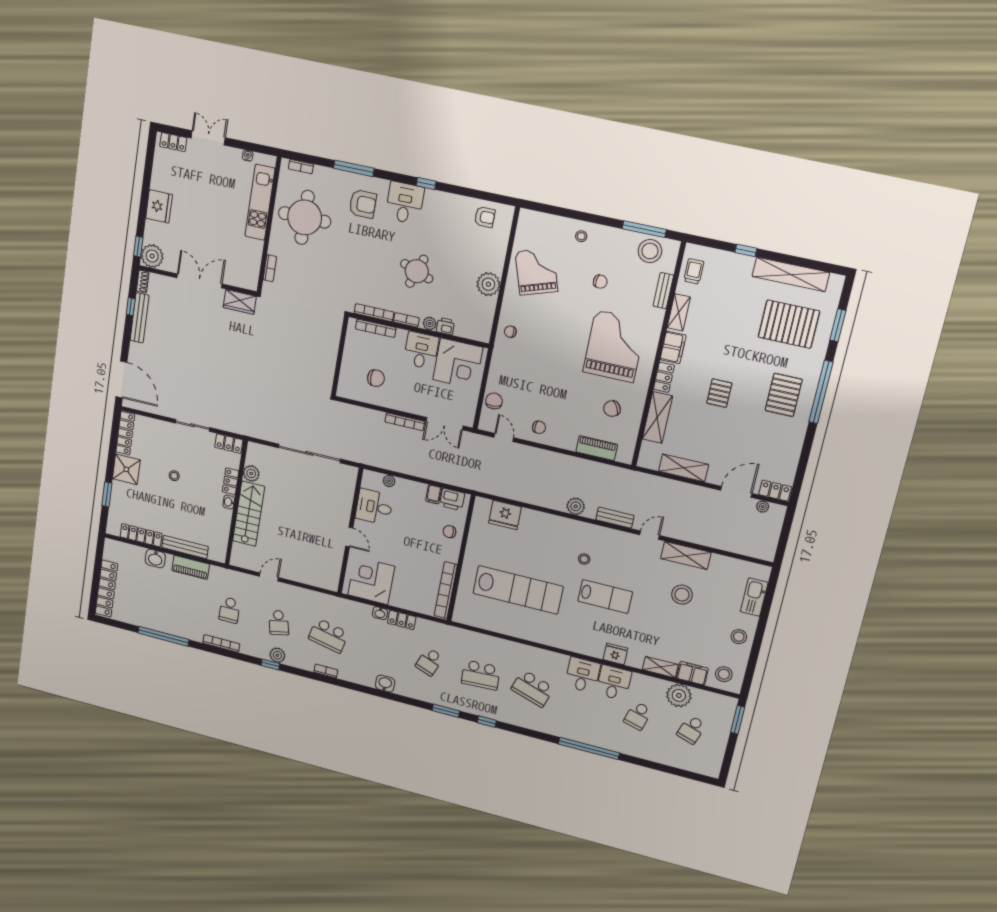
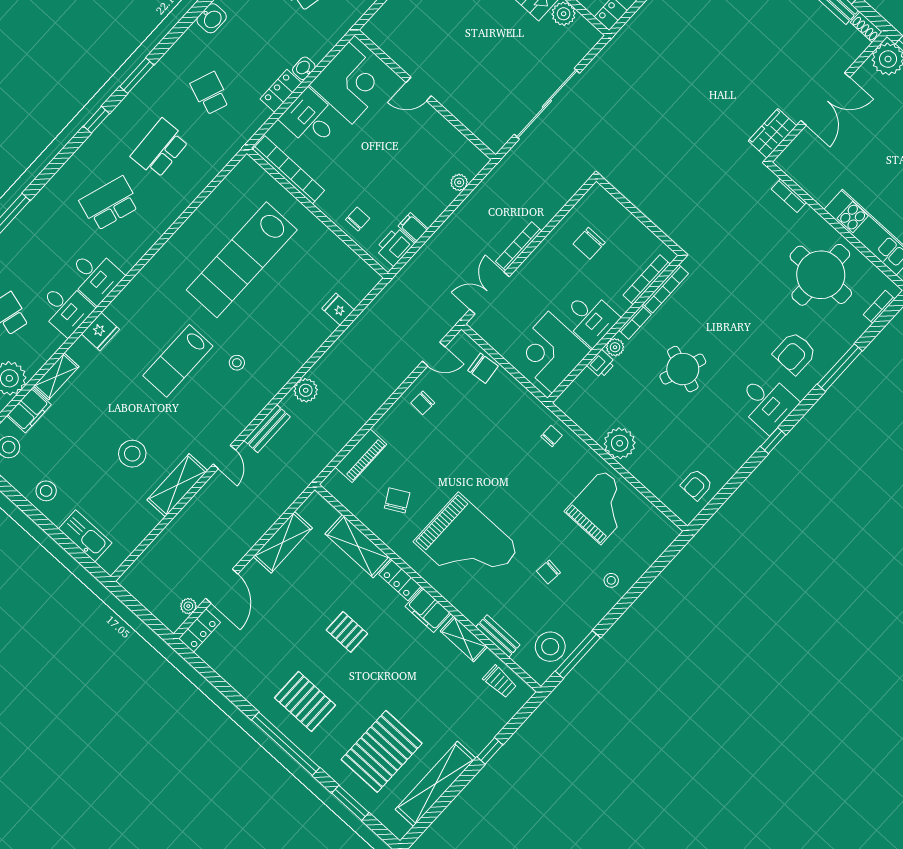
grand piano: (536, 271) -> (602, 507), turned -72
desk: (374, 507) -> (310, 119), moved, turned -90
fridge: (505, 515) -> (338, 309), width x0.53, depth x0.75

